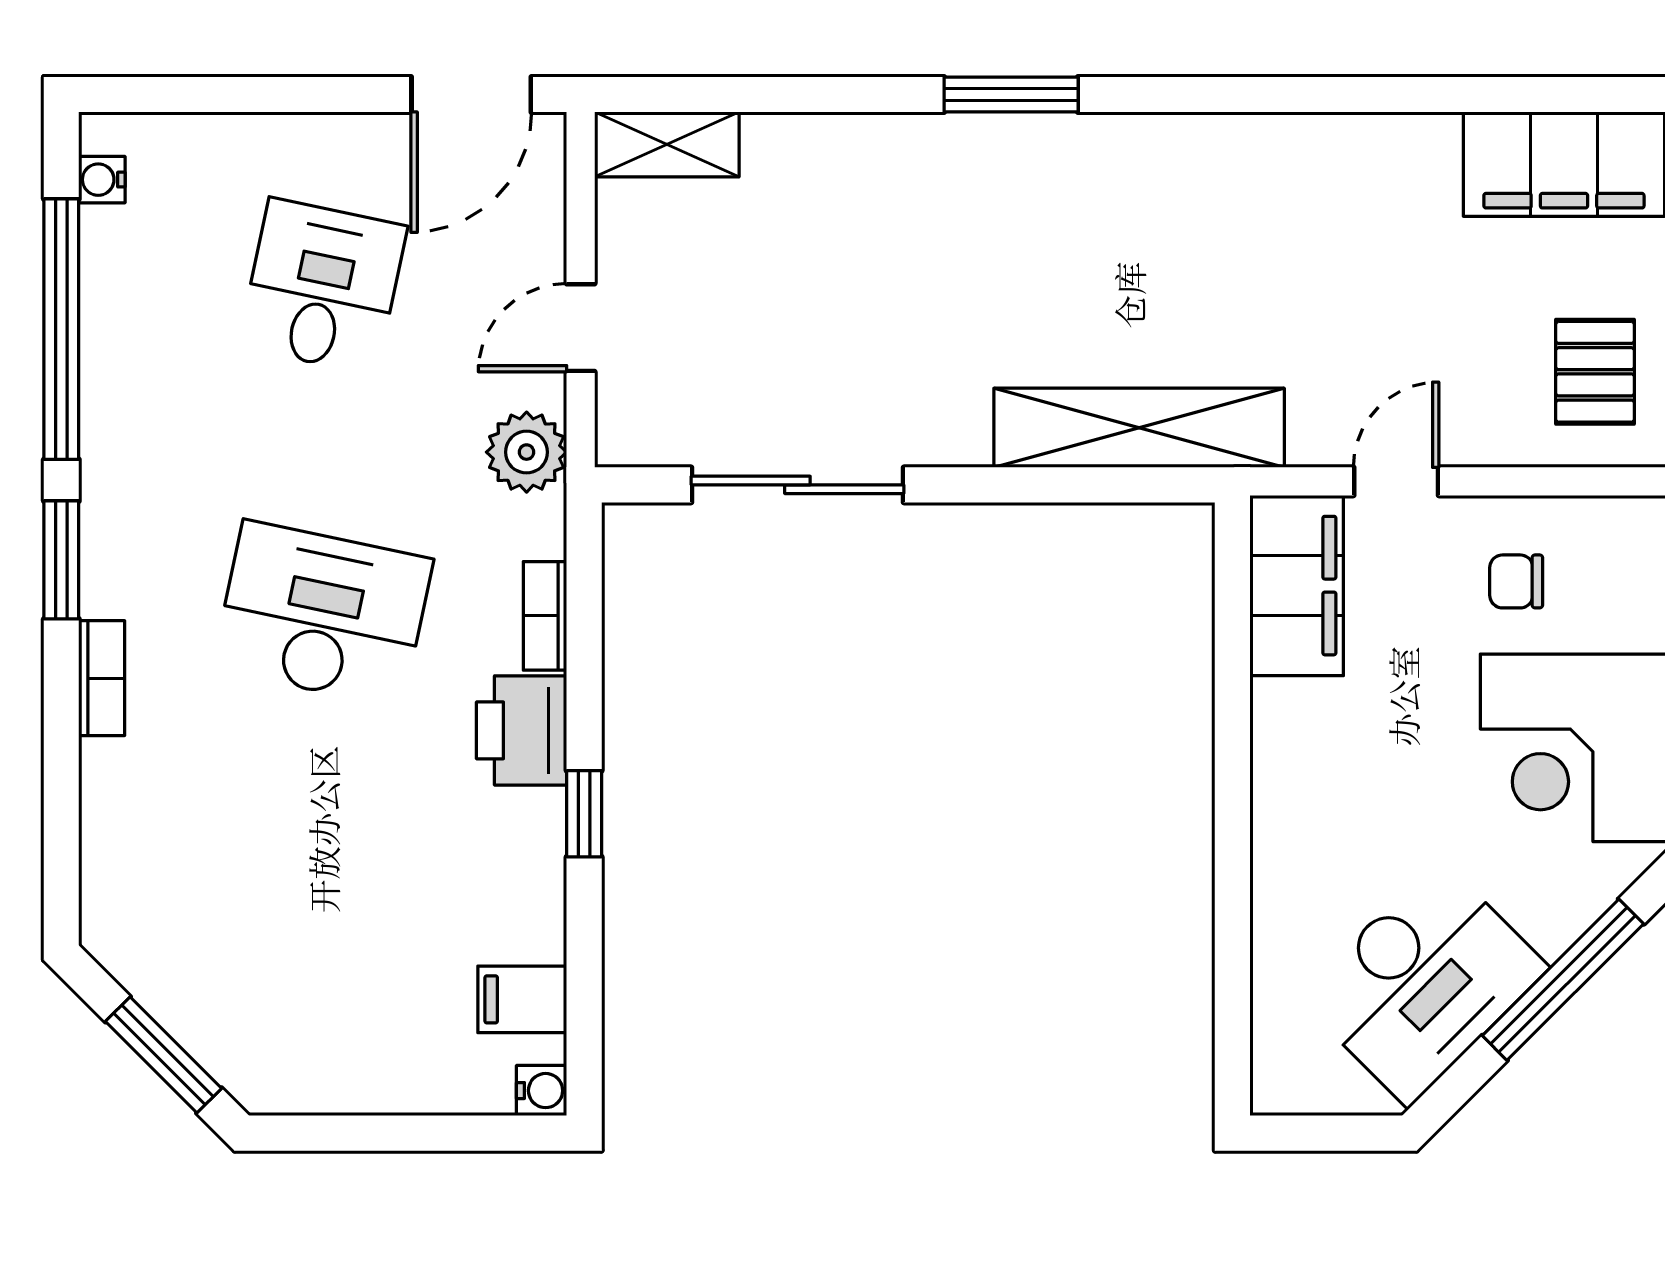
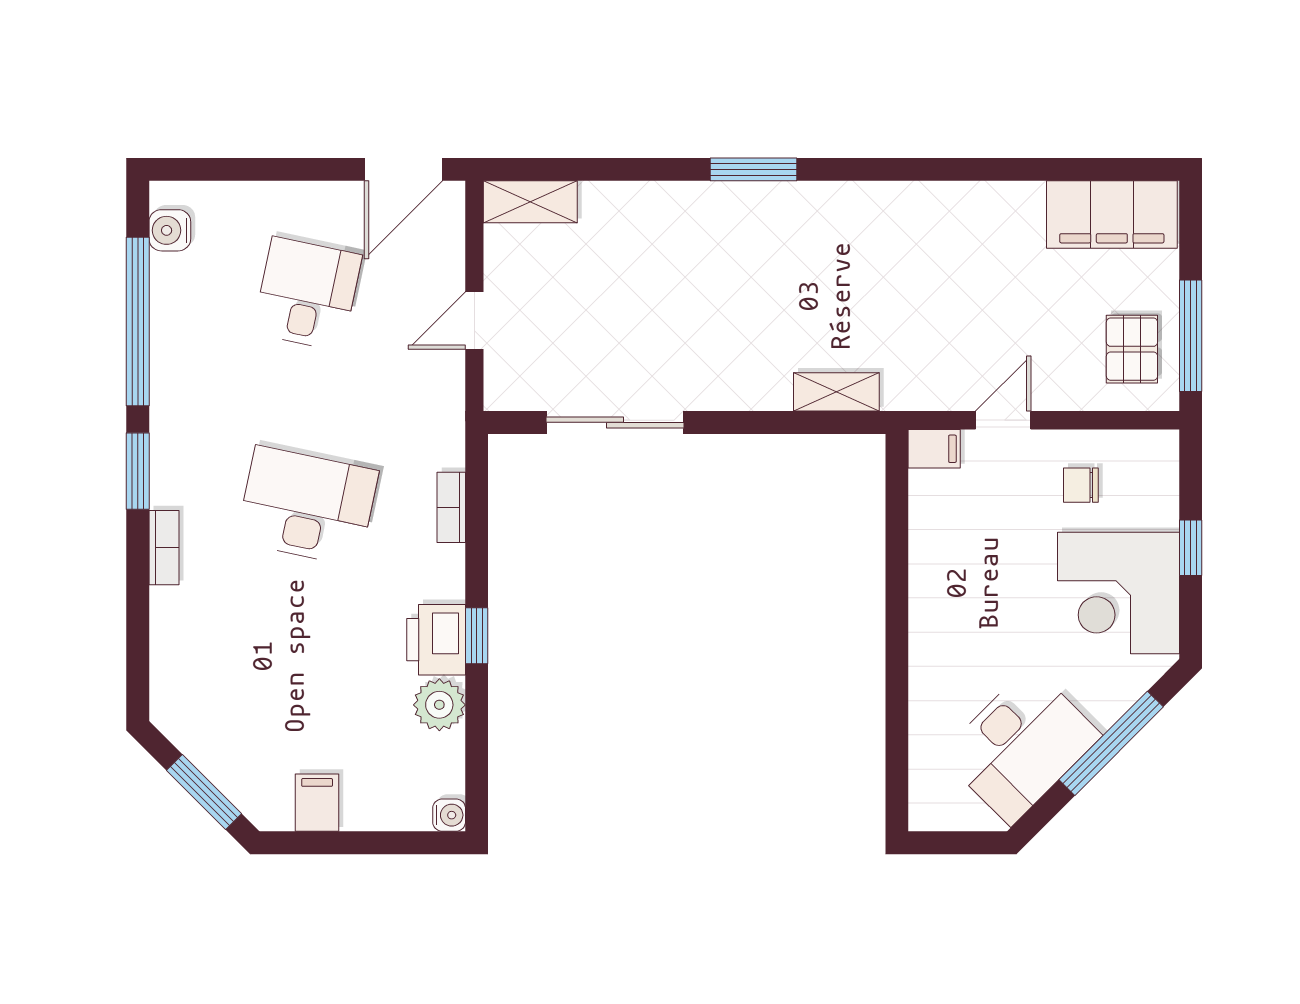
water cooler: (102, 180) -> (170, 230), width x1.38, depth x1.38
shelving: (1139, 428) -> (836, 392), width x0.45, depth x0.75
plant: (527, 452) -> (439, 705), moved
filing cabinet: (1297, 586) -> (934, 449), width x0.33, depth x0.86
printer: (522, 730) -> (436, 640), moved
filing cabinet: (522, 999) -> (317, 803), moved, turned 90

